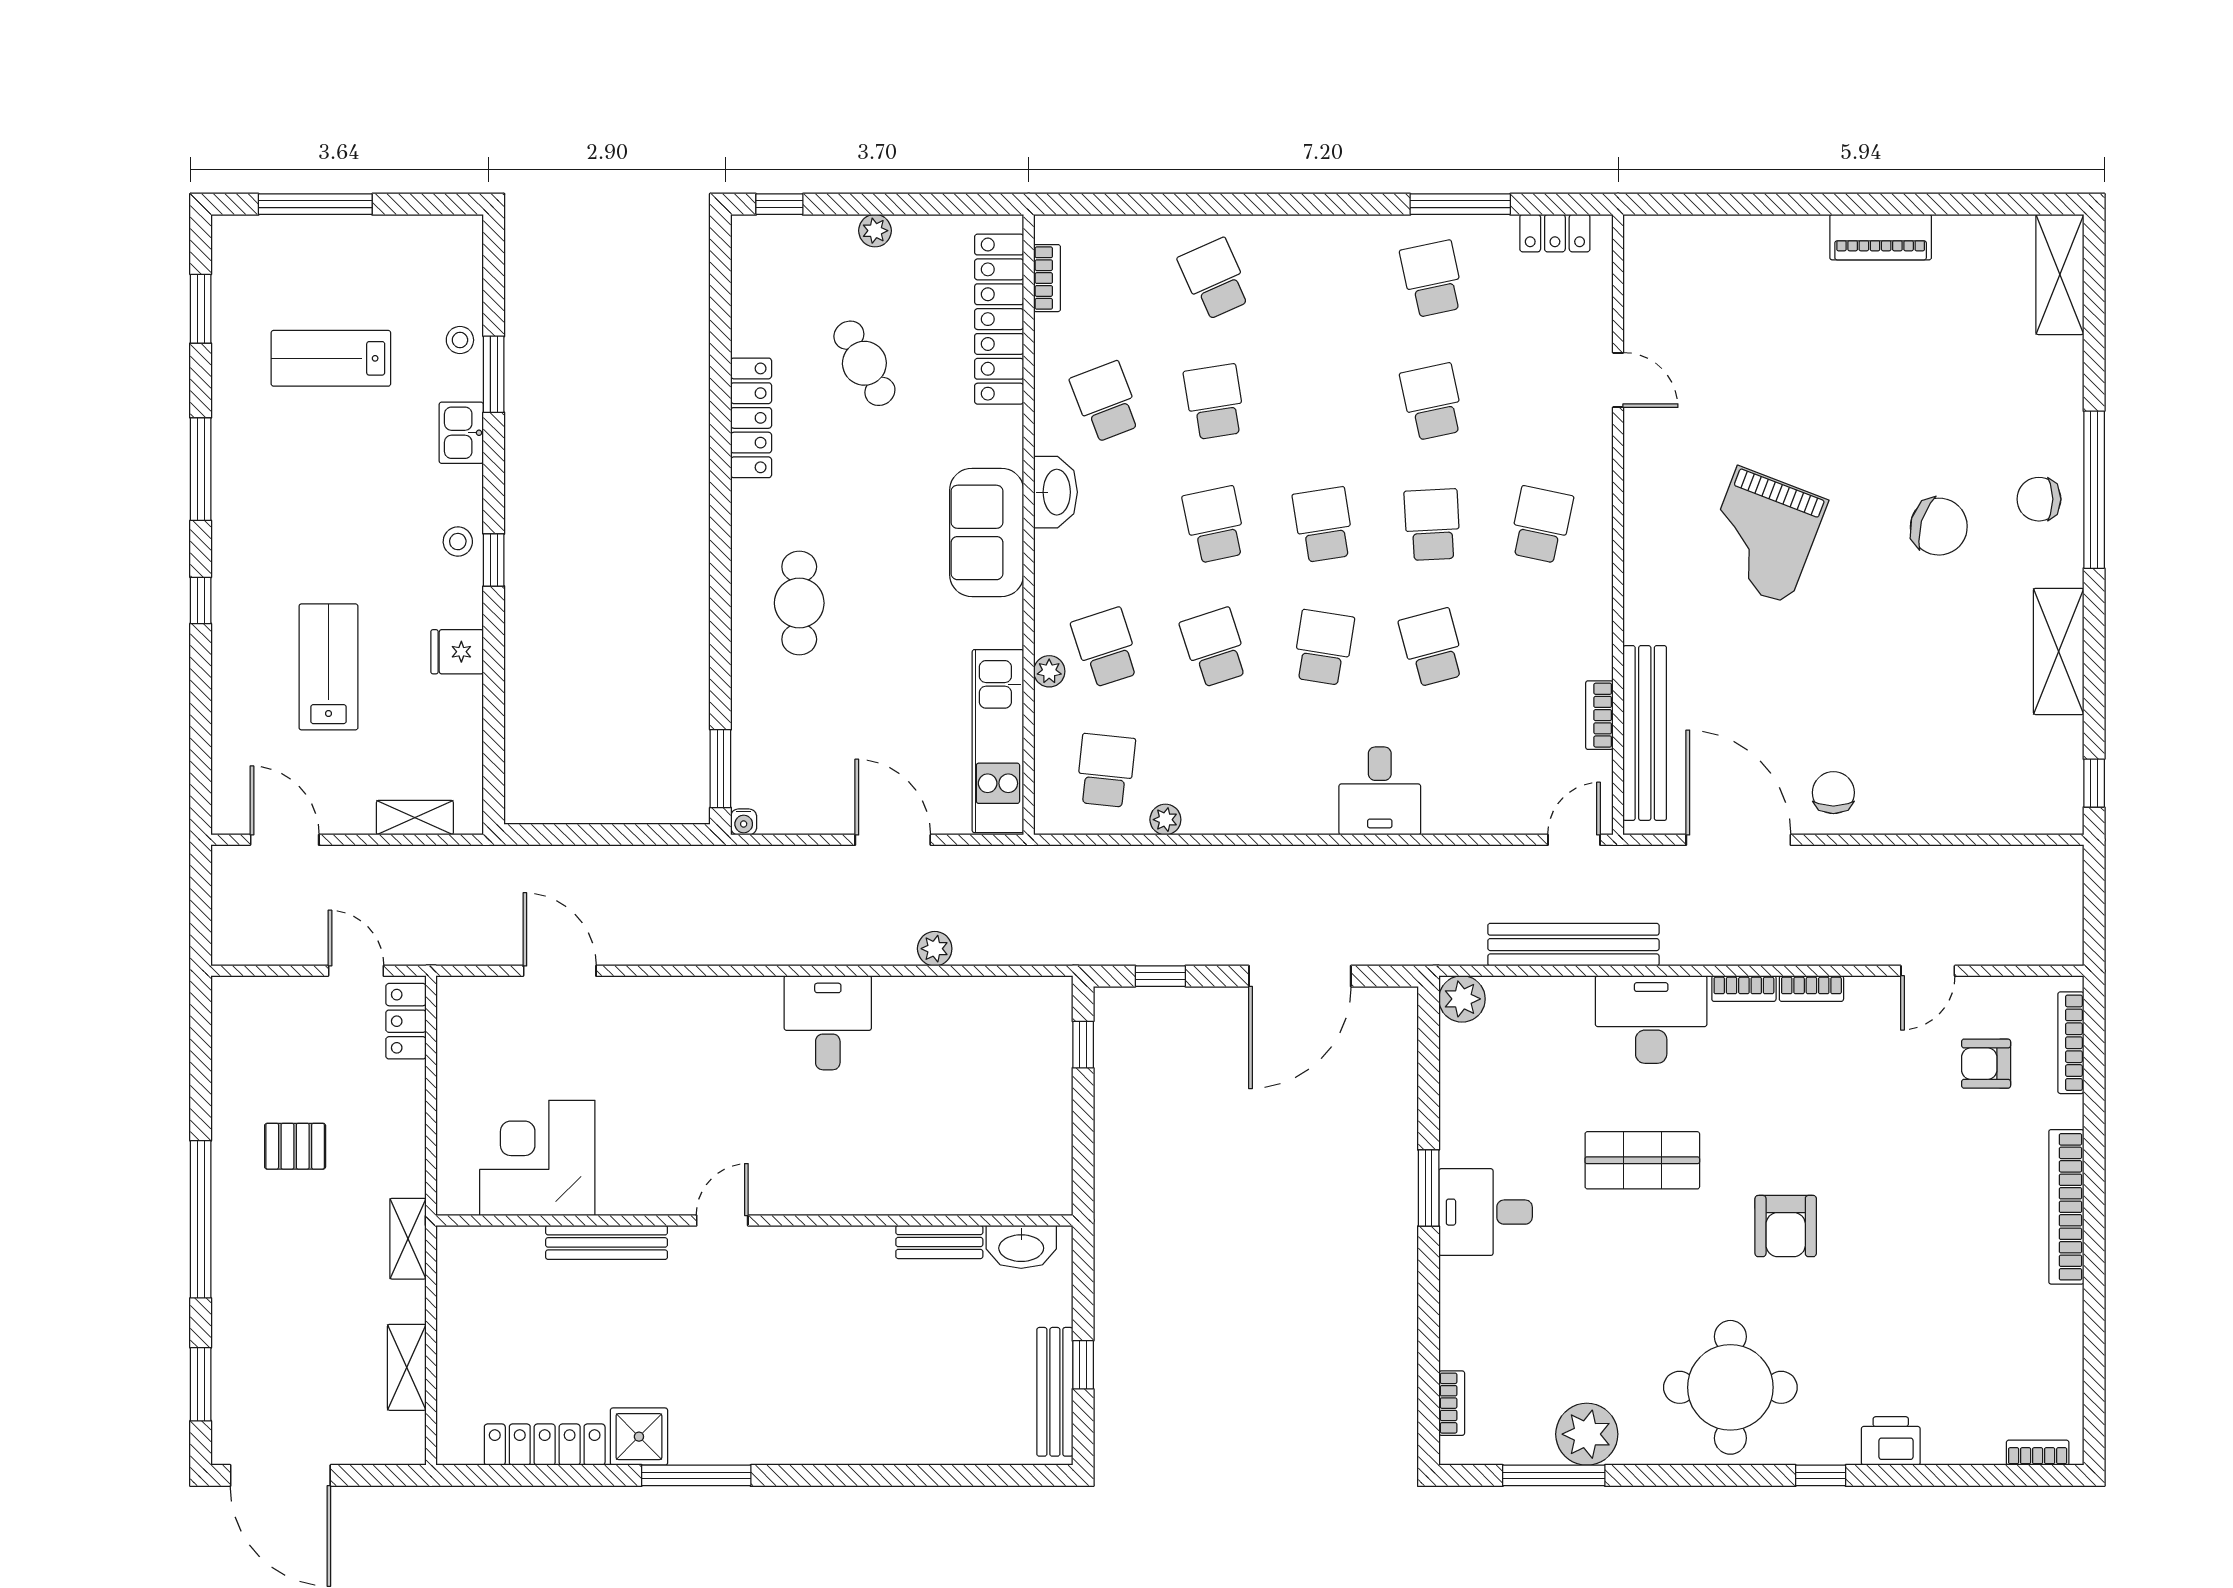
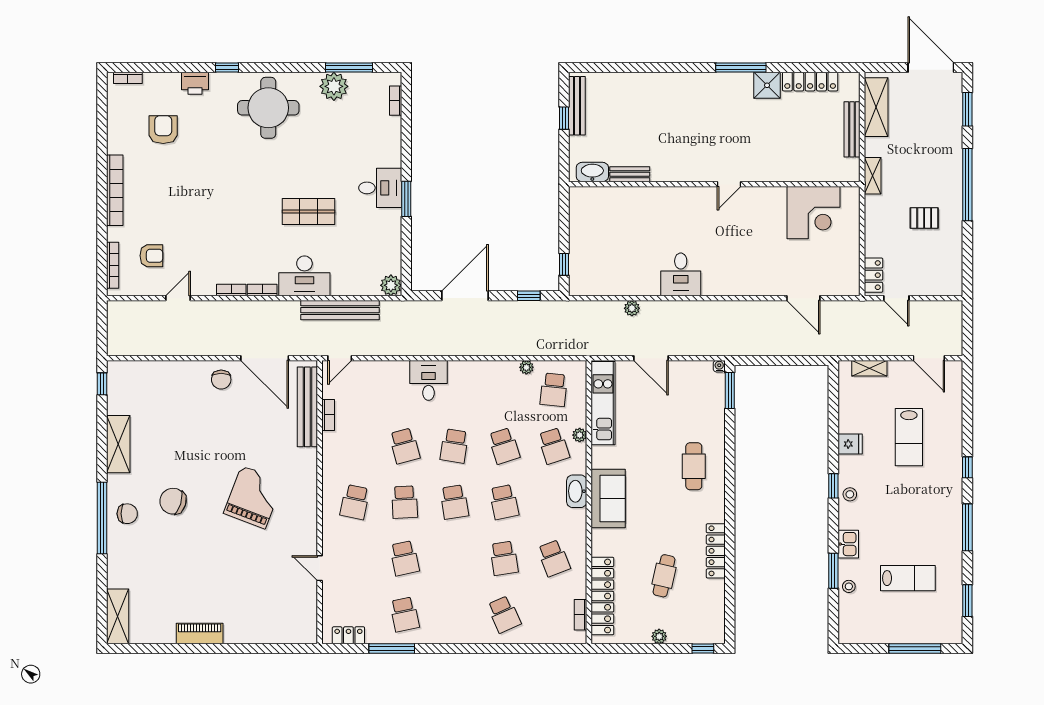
cafe table: (864, 363) -> (664, 576), turned 42
washbasin: (1055, 492) -> (577, 491), moved
armchair: (1786, 1226) -> (163, 130), moved
bench: (607, 1242) -> (852, 129), moved, turned 90
shelving: (407, 1367) -> (876, 107), width x1.50, depth x1.33

